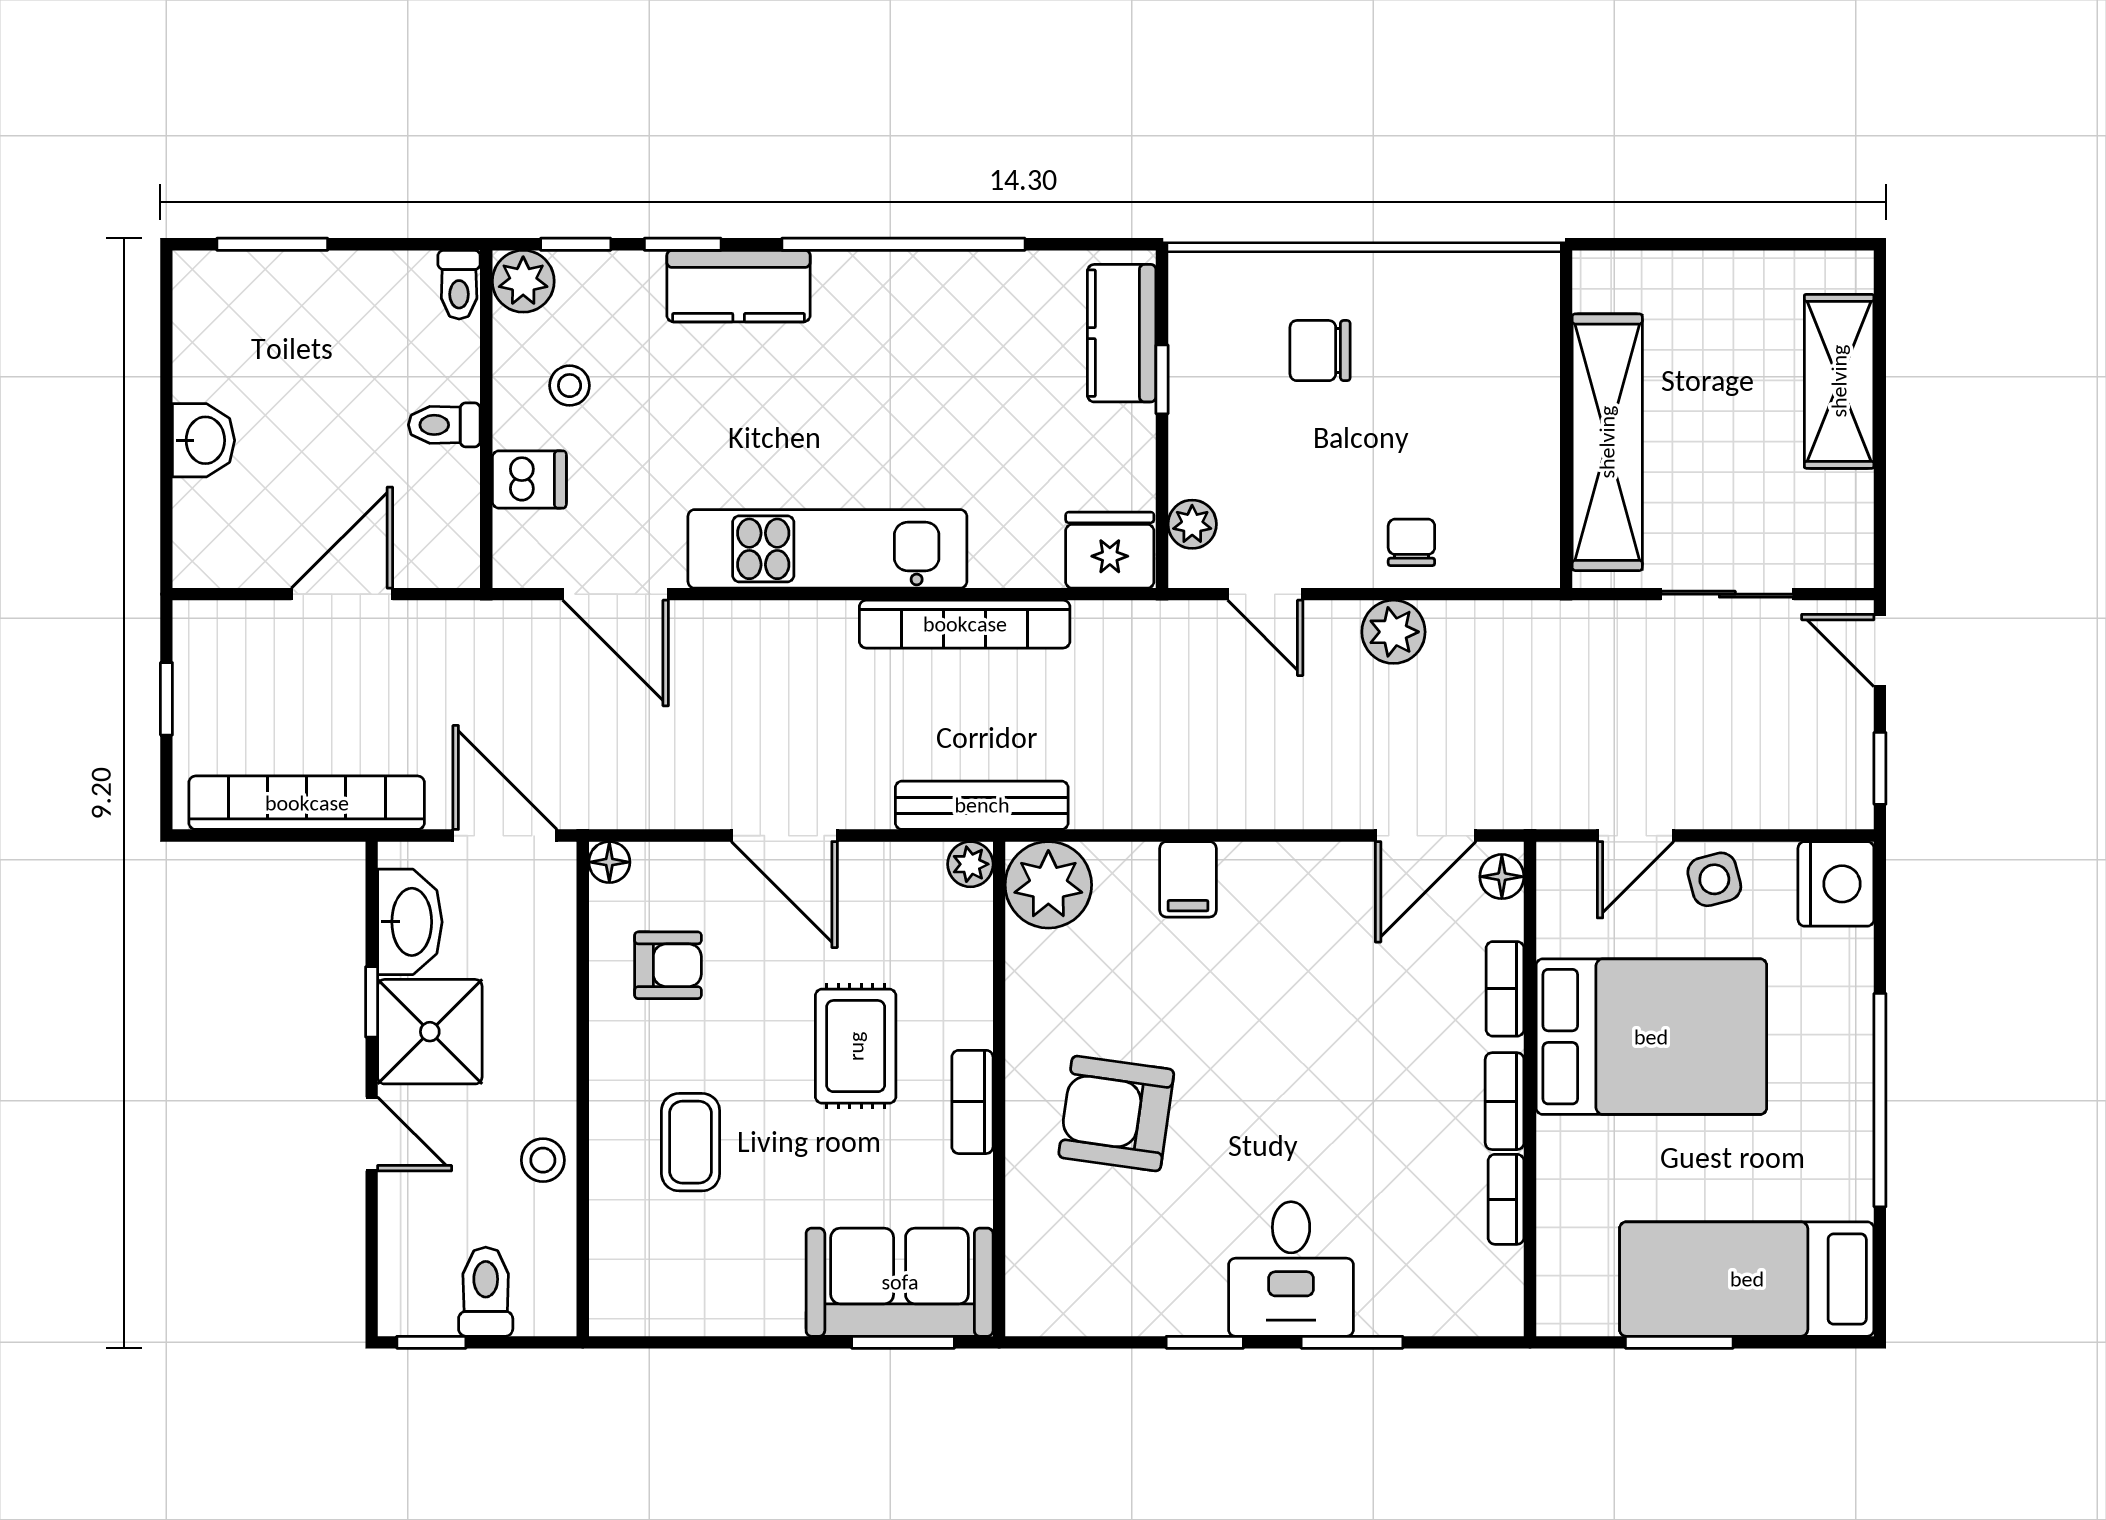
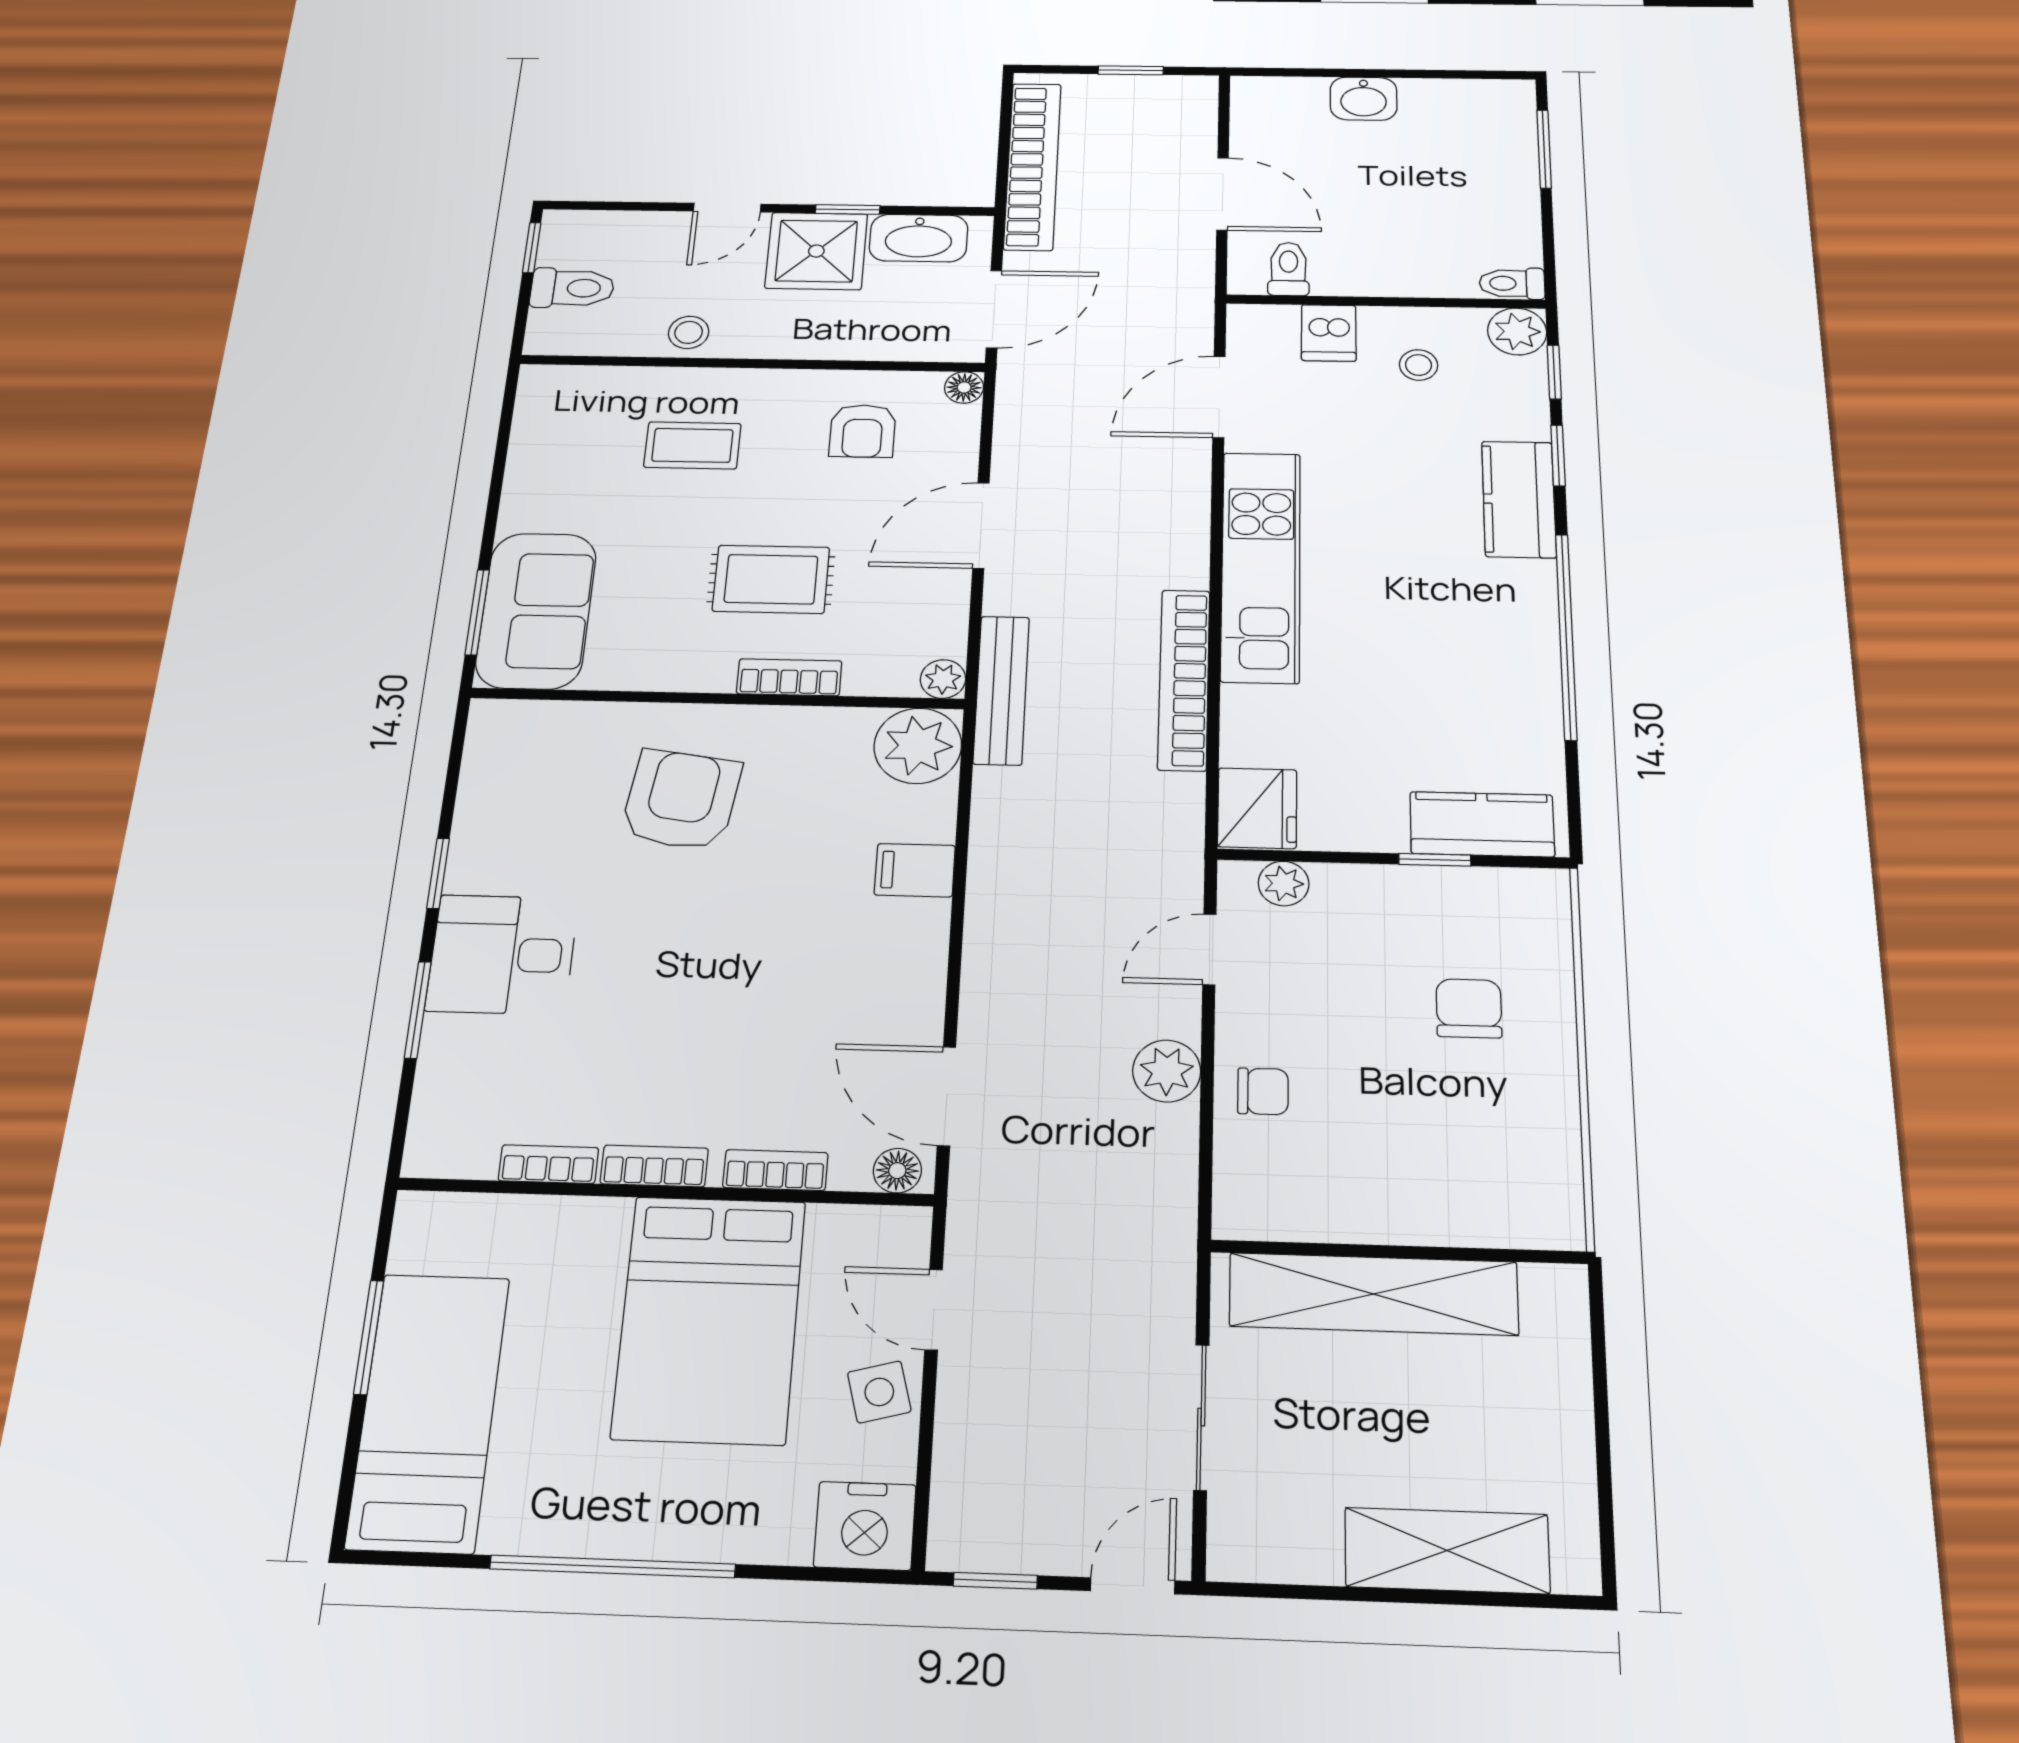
toilet: (444, 425) -> (1288, 269), moved
bookcase: (972, 1102) -> (789, 677), moved

